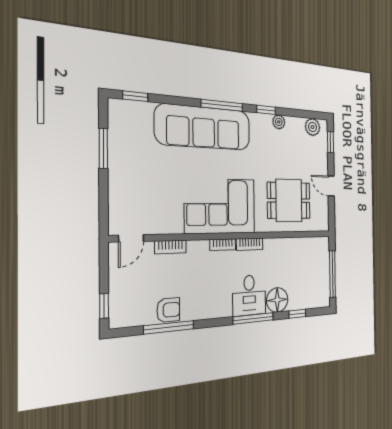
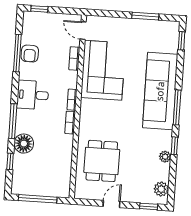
corner sofa: (220, 206) -> (103, 70), moved
desk: (249, 295) -> (33, 95), moved

